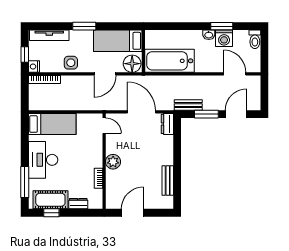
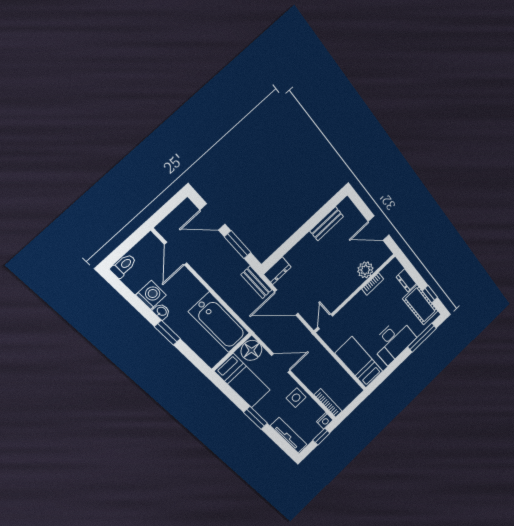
window: (222, 26) -> (167, 333), moved
bench: (188, 105) -> (256, 282), moved
door: (141, 112) -> (286, 303), hinge flipped
plant: (113, 162) -> (365, 270), moved

